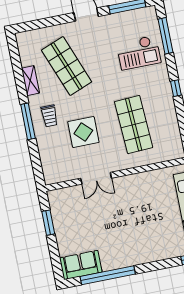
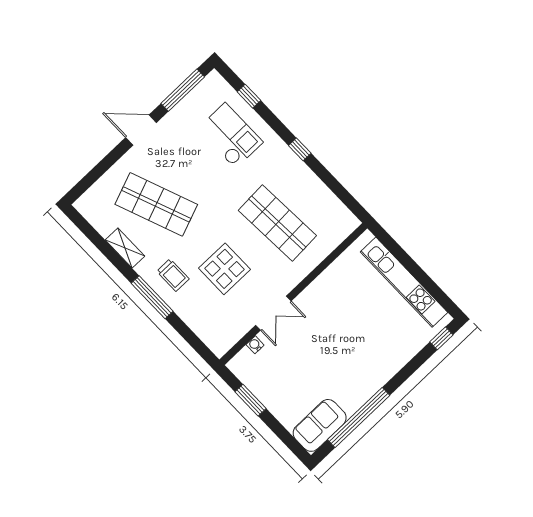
window: (165, 36) -> (249, 96), width x0.46
checkout: (139, 53) -> (230, 136), turned -90
water cooler: (73, 190) -> (255, 345), added

